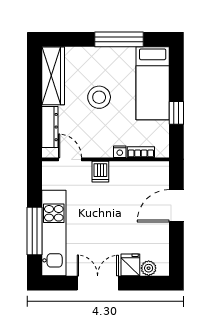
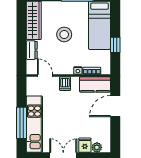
dresser: (50, 127) -> (32, 50), width x0.70
kitchen counter: (146, 173) -> (95, 84), added

